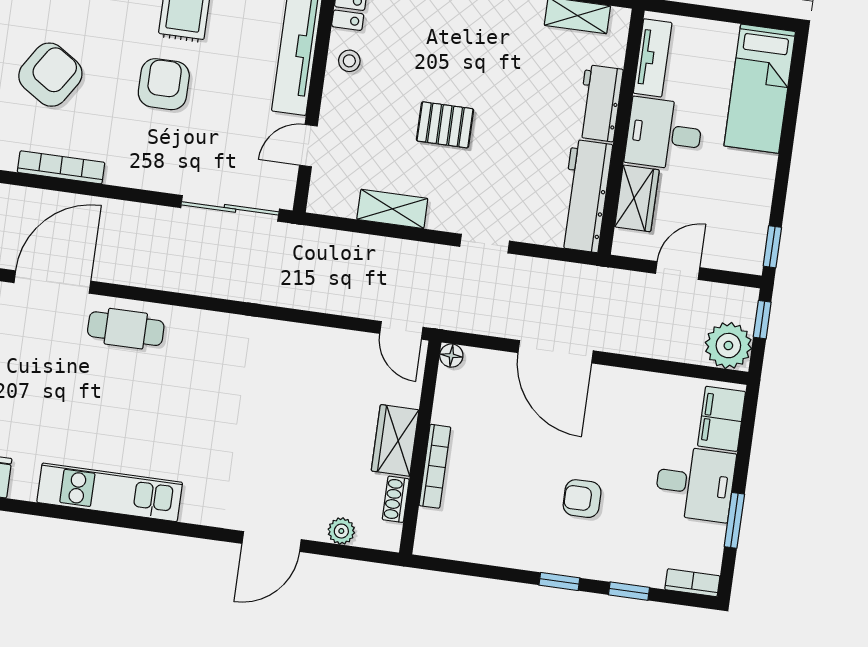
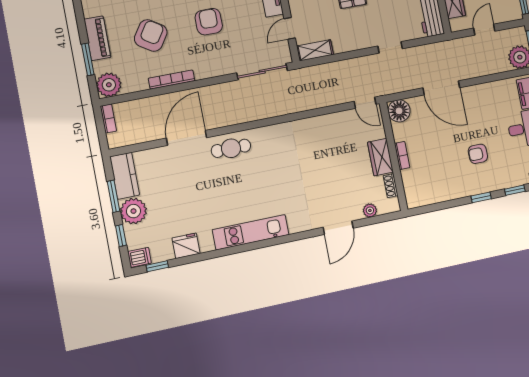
shelving: (392, 209) -> (315, 50), moved
floor lamp: (451, 356) -> (399, 111), width x1.89, depth x1.89
bookcase: (435, 466) -> (402, 156), width x0.64

